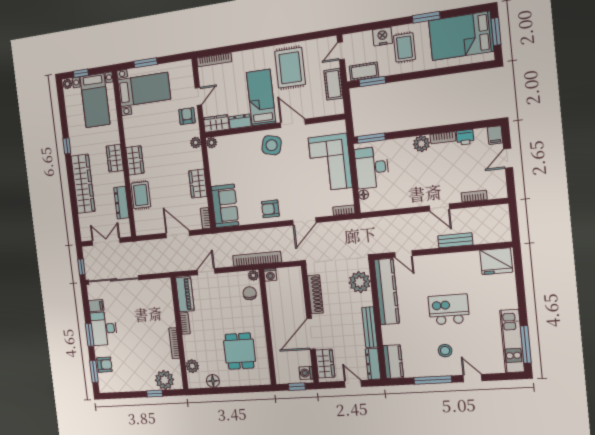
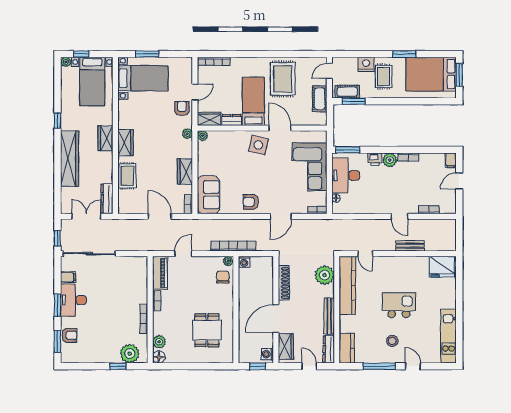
printer: (465, 137) -> (375, 159), moved
dresser: (121, 203) -> (107, 199), moved
window: (526, 344) -> (459, 340), removed
floor lamp: (213, 381) -> (159, 357), moved

